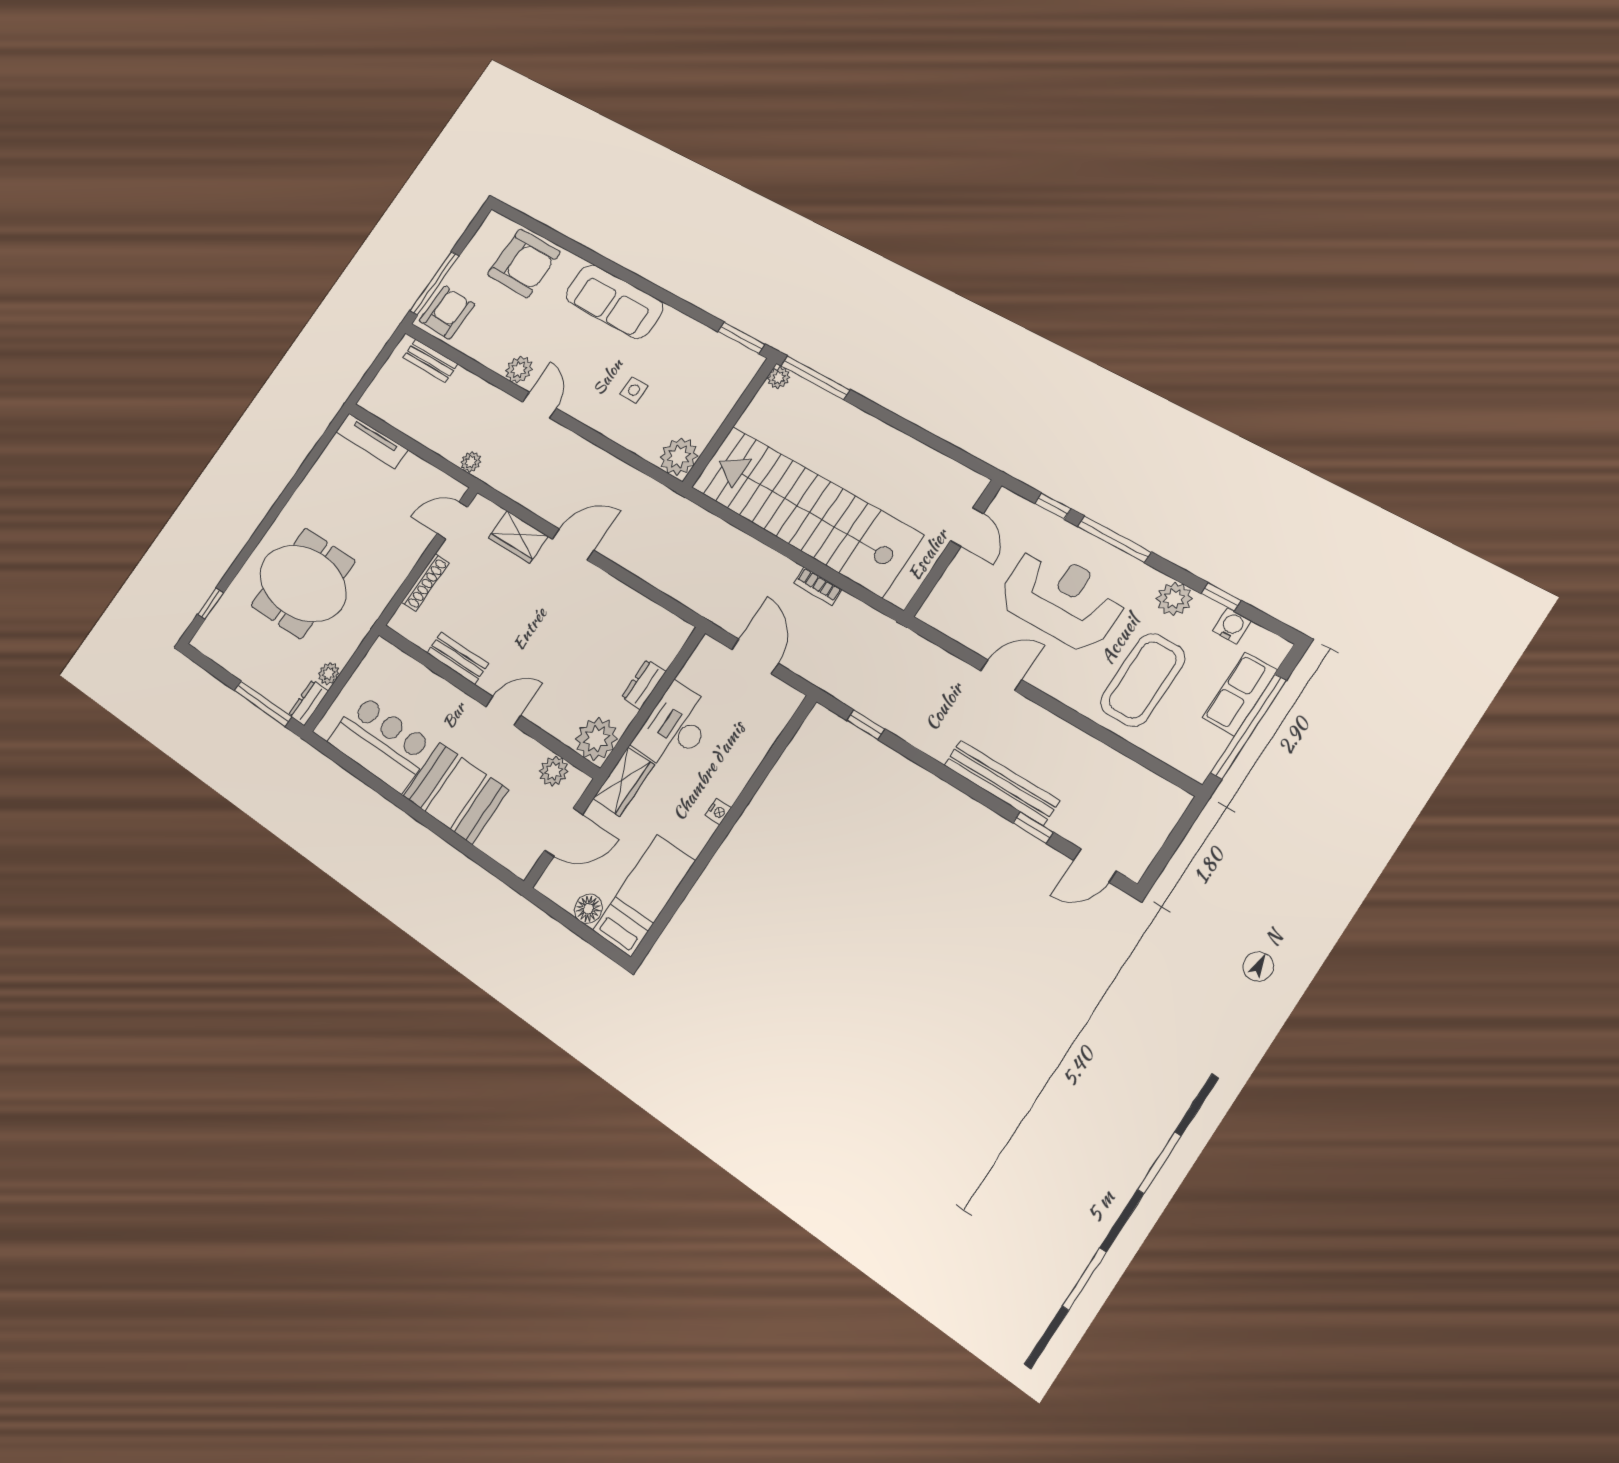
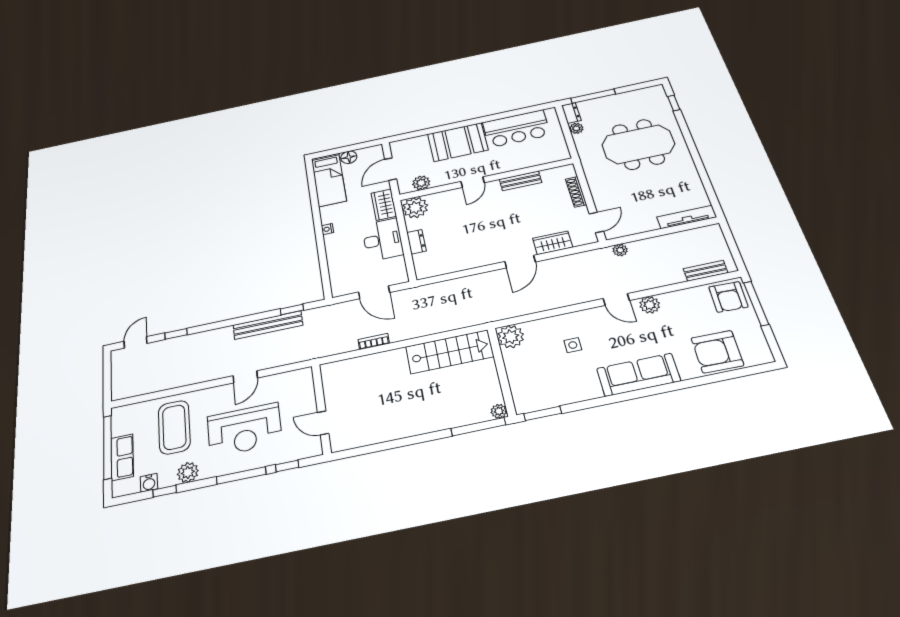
stairs: (806, 510) -> (450, 352), width x0.54, depth x0.66
bench: (1001, 783) -> (268, 325), moved

